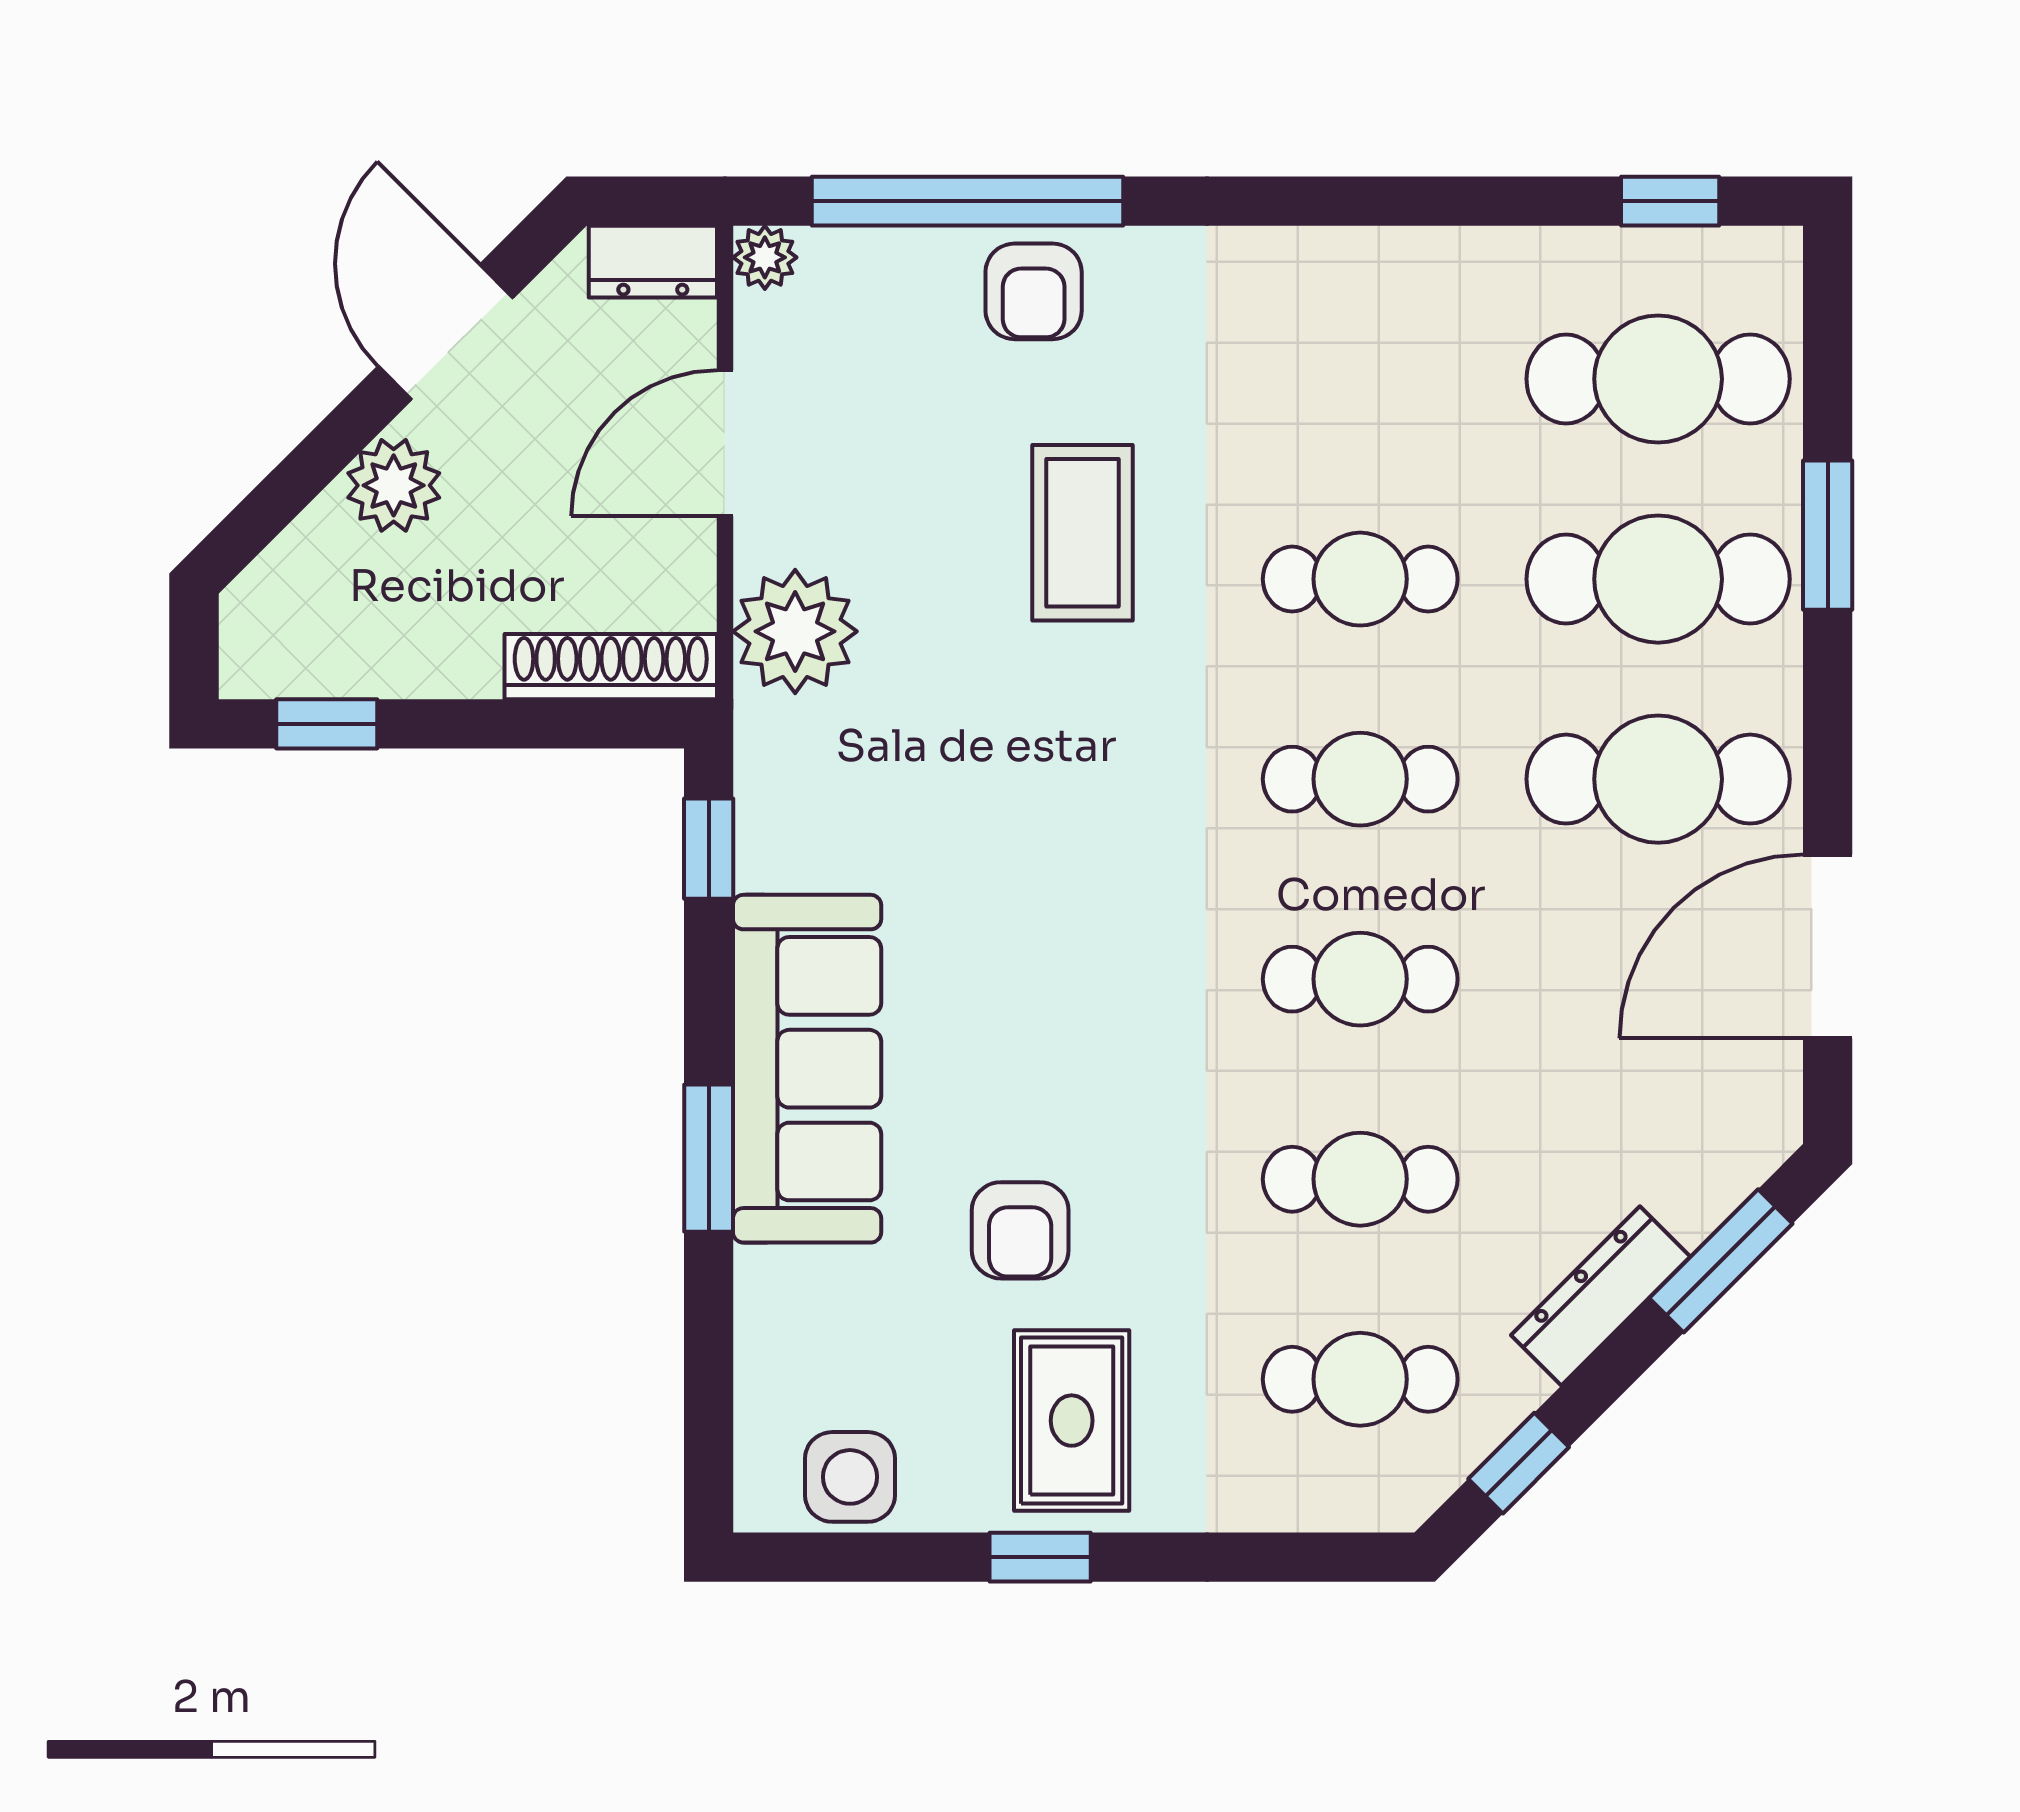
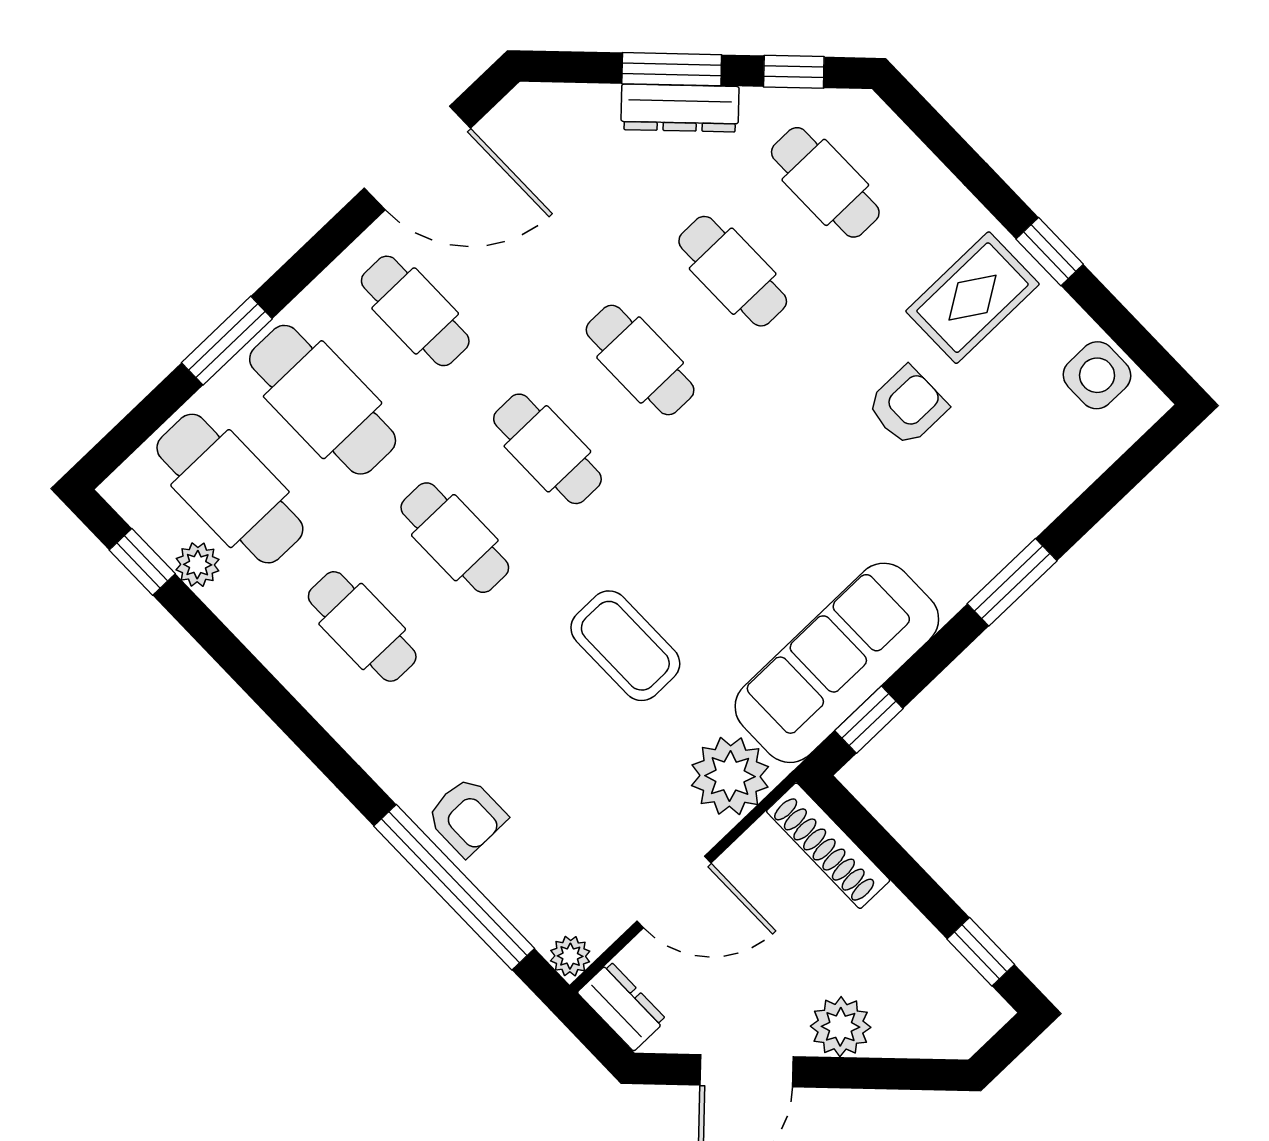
plant: (1607, 260) -> (198, 565), added
armchair: (1034, 291) -> (467, 817), turned 90
cafe table: (1360, 379) -> (362, 626), added
coffee table: (1082, 533) -> (625, 646), moved, turned 90
cafe table: (1658, 779) -> (415, 311), width x0.73, depth x0.74
sofa: (807, 1069) -> (837, 663), moved
window: (1721, 1261) -> (672, 69), moved

